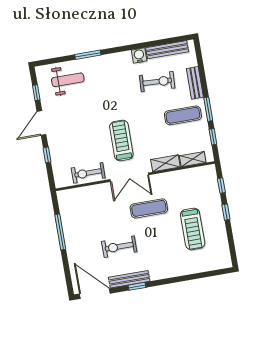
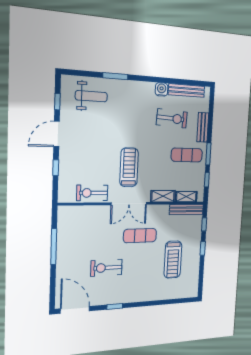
bench: (129, 279) -> (186, 209), moved

